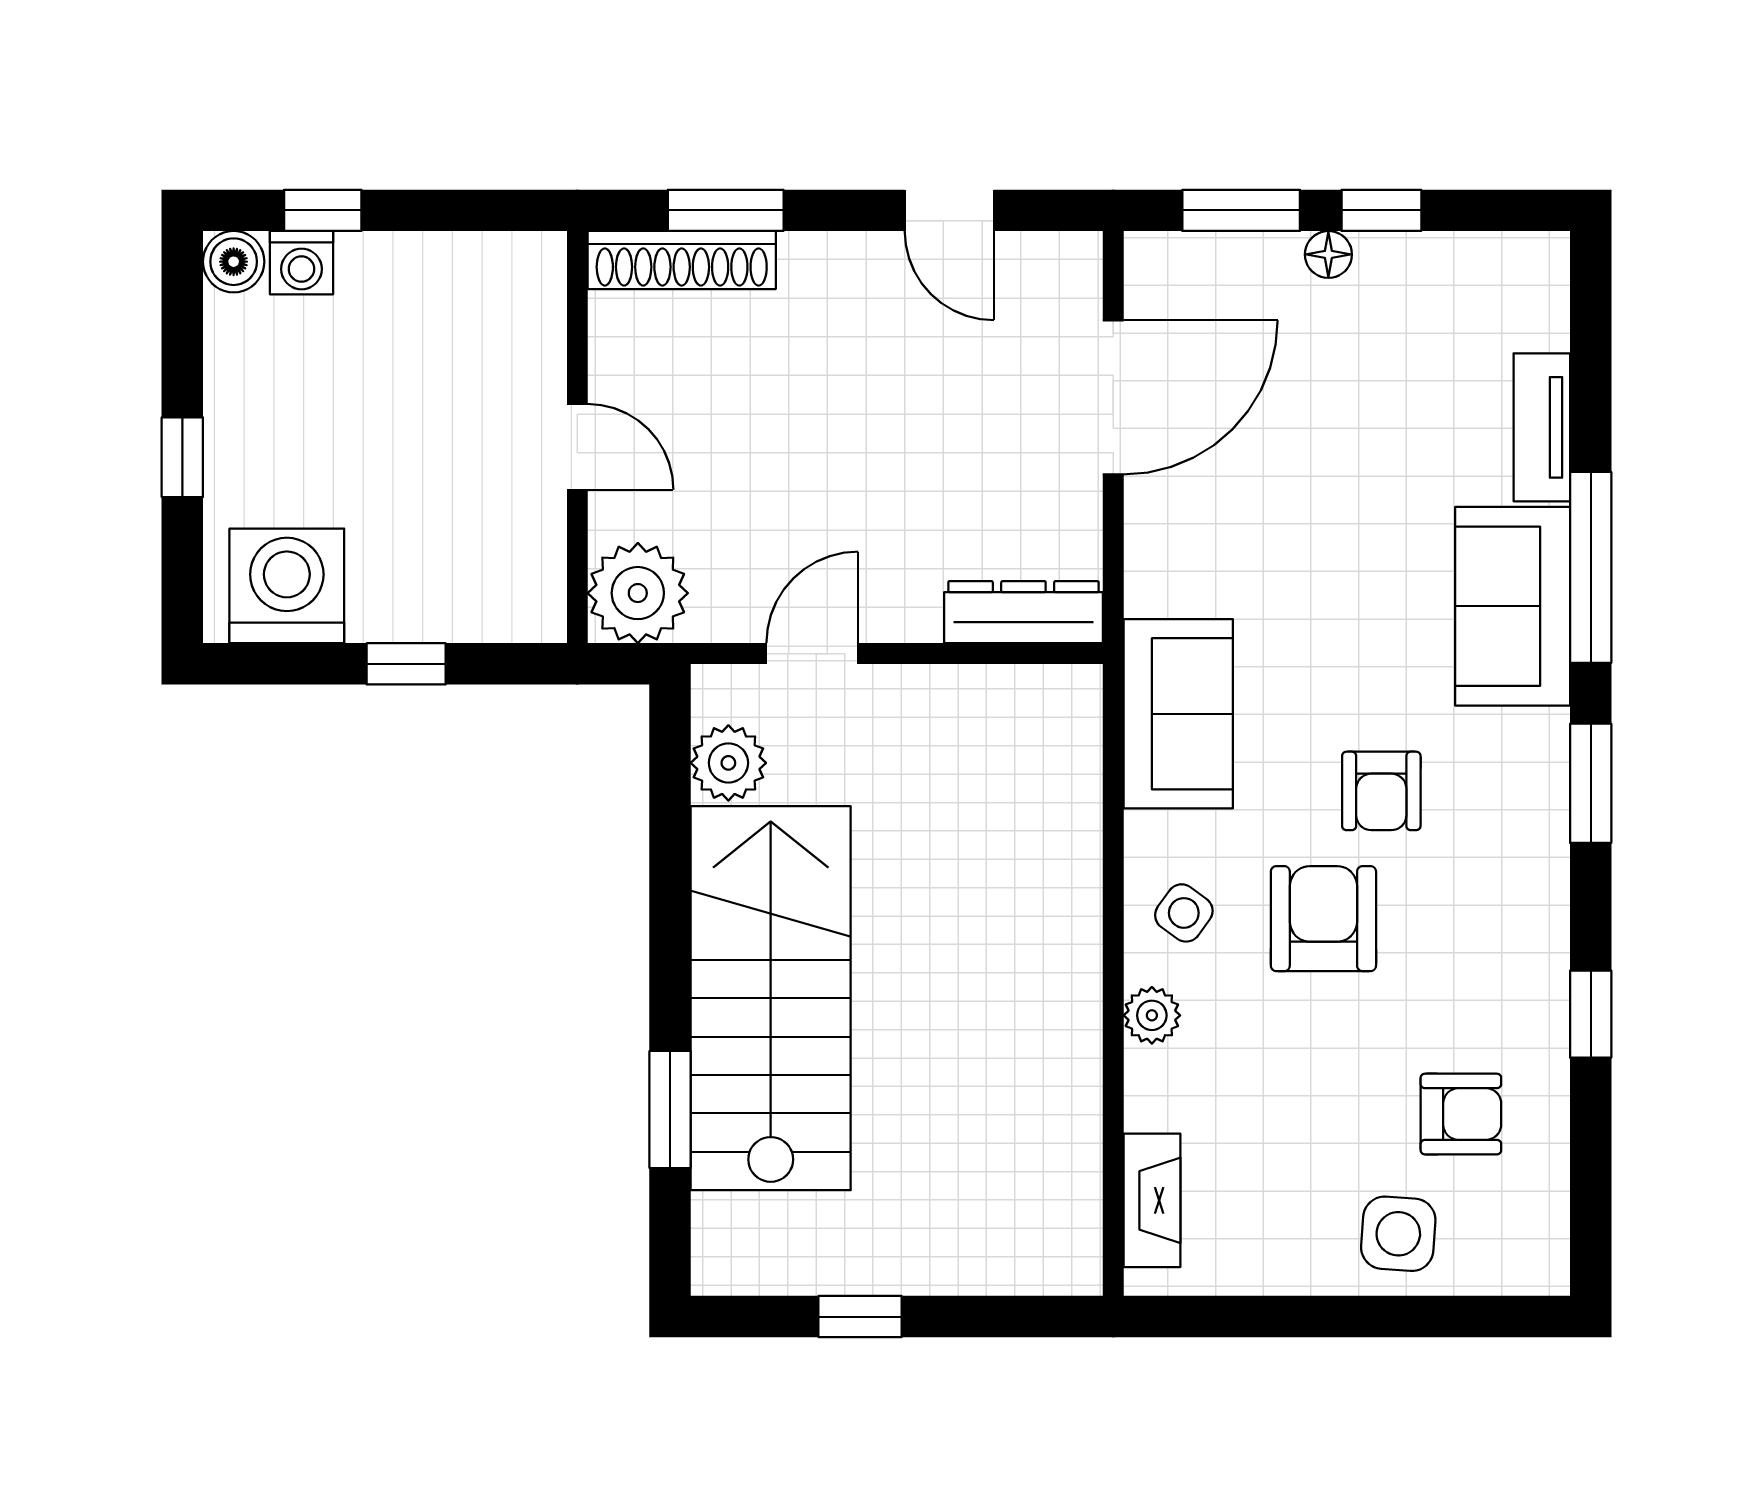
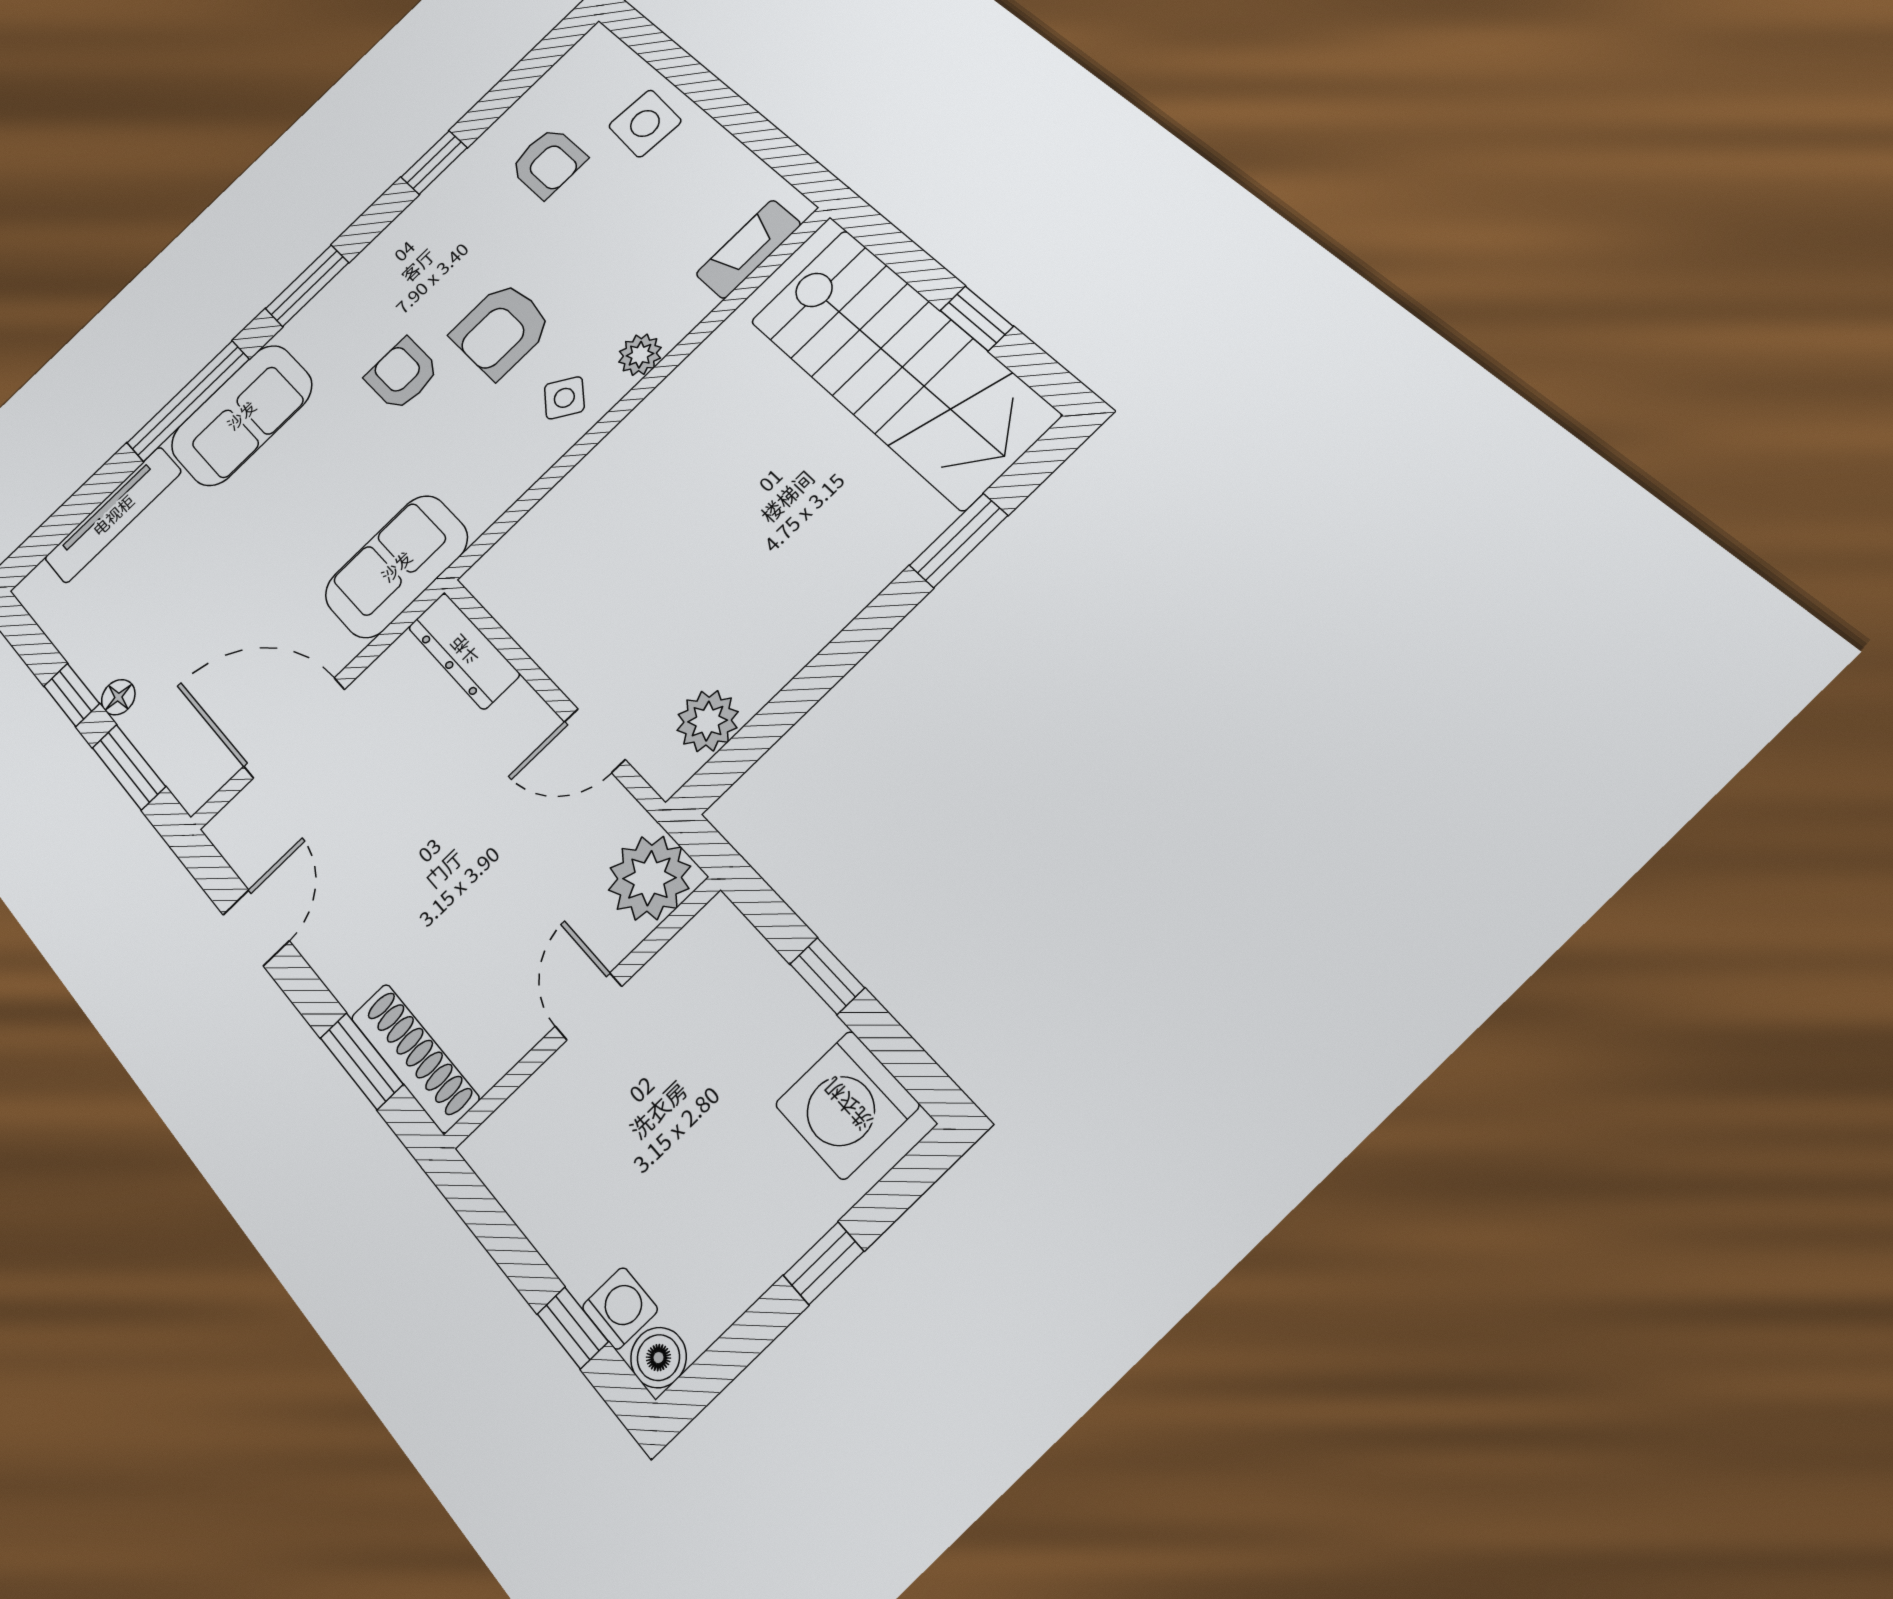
tv unit: (1542, 427) -> (113, 515), width x1.41
sofa: (1178, 714) -> (396, 566), moved
armchair: (1381, 791) -> (402, 374), turned -90
stairs: (771, 998) -> (902, 367), moved, turned -90
armchair: (1461, 1114) -> (548, 163), turned 180

